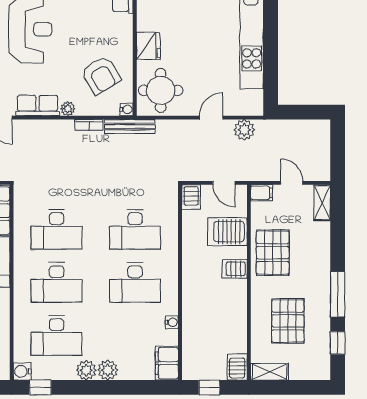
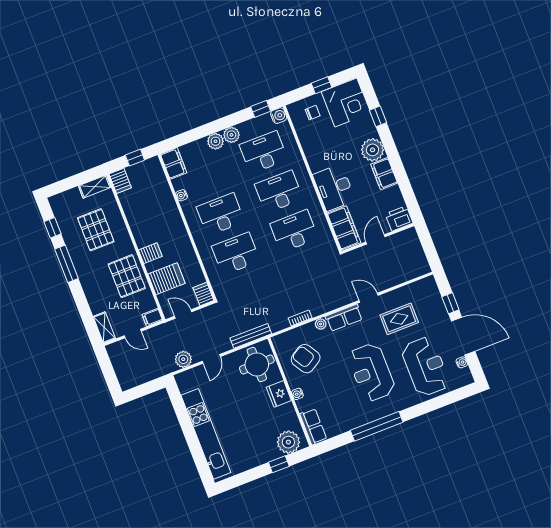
water cooler: (127, 109) -> (297, 394), moved
bench: (130, 127) -> (251, 336), moved

